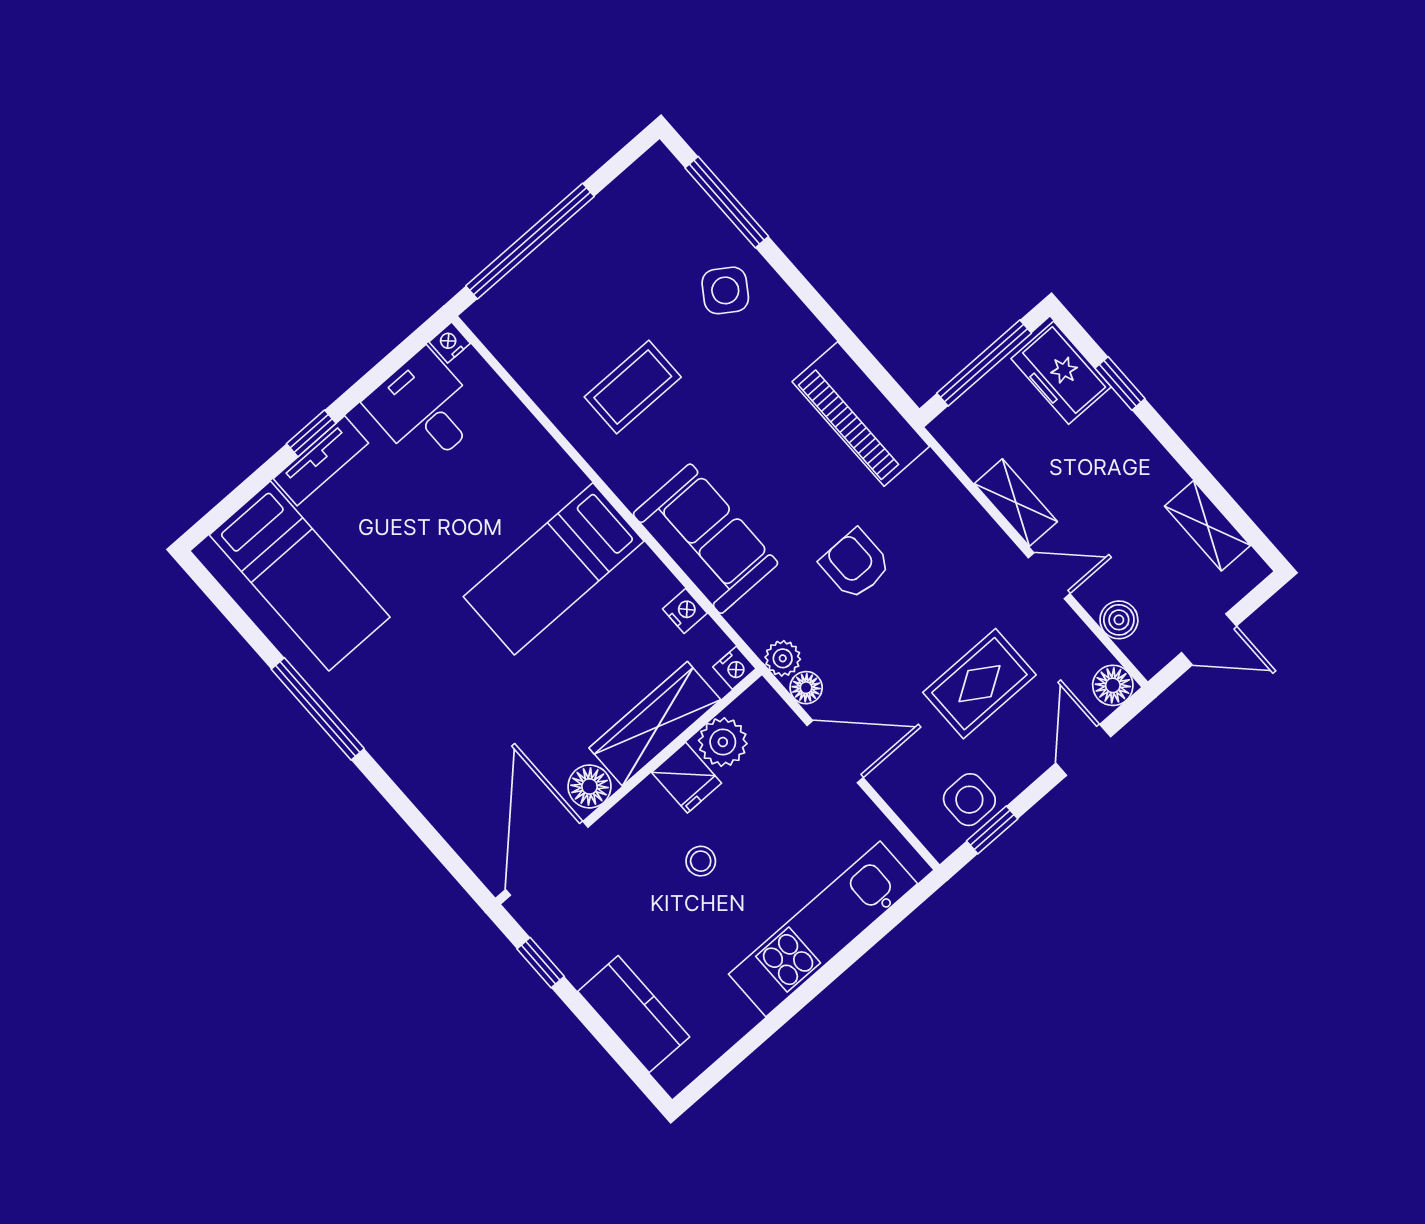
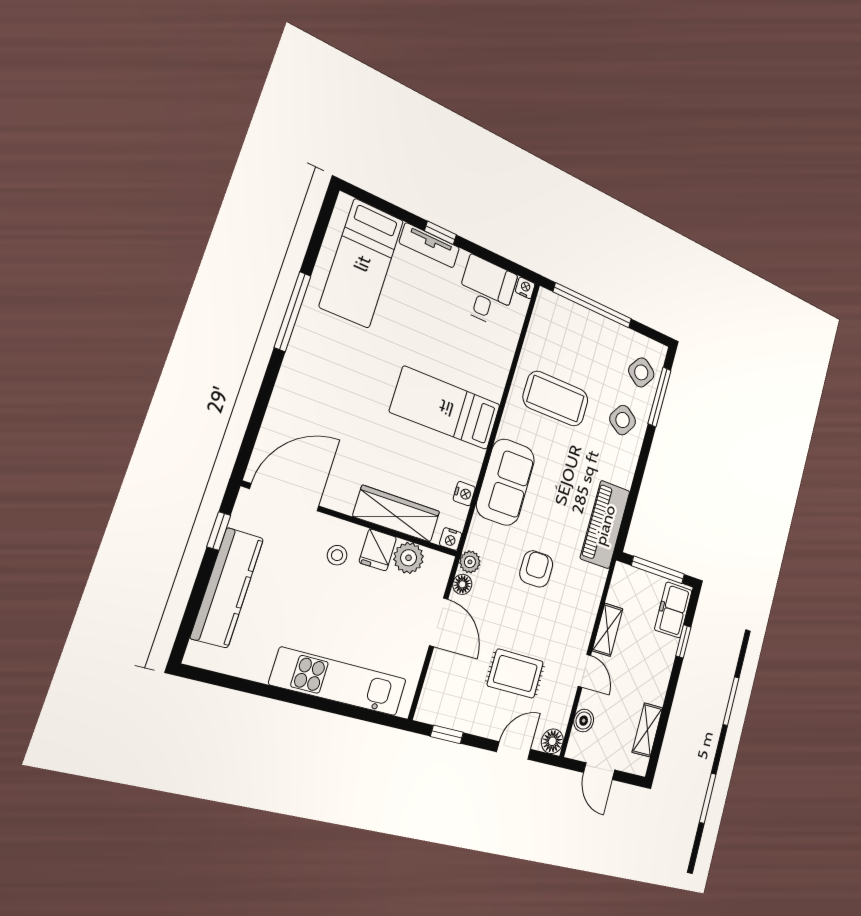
coffee table: (633, 387) -> (556, 399), width x1.36, depth x1.32
floor lamp: (590, 786) -> (341, 498), removed
side table: (969, 800) -> (641, 372), moved, turned 35
stool: (701, 861) -> (337, 555), moved
kitchen counter: (634, 1014) -> (227, 588), width x1.50

